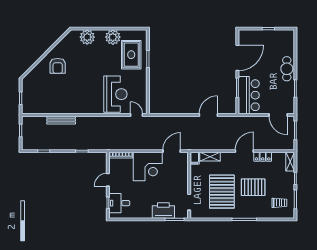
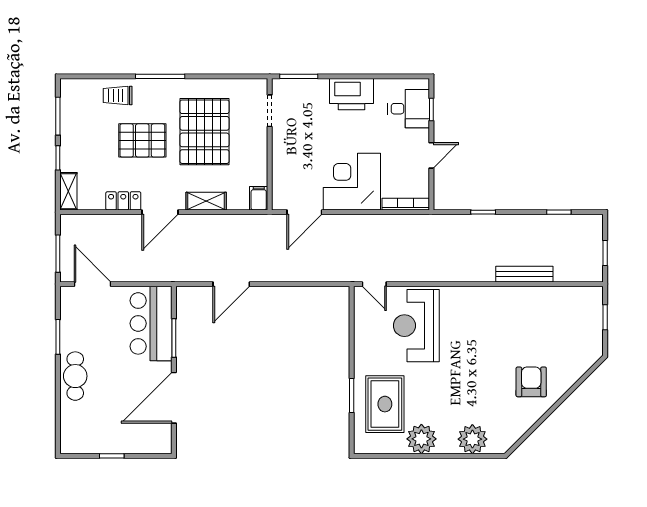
shelving: (210, 157) -> (206, 201), moved
trolley: (279, 203) -> (118, 96), moved
printer: (163, 210) -> (351, 94), moved

